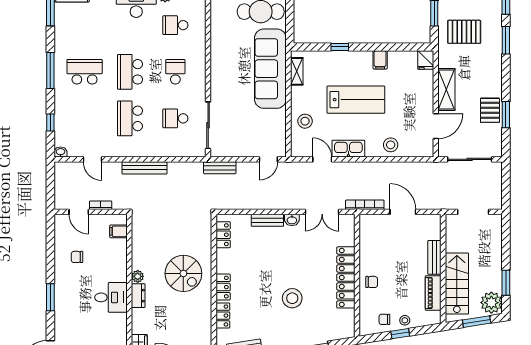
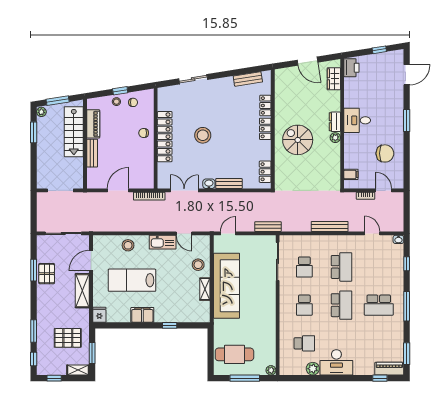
filing cabinet: (380, 60) -> (142, 315), width x2.00
sofa: (270, 69) -> (227, 286), moved
shelving: (297, 71) -> (205, 289), moved
lab bench: (356, 100) -> (132, 280), moved
school desk: (175, 118) -> (304, 267), turned 90
door: (403, 212) -> (118, 190), swing flipped
chair: (77, 257) -> (385, 153), width x1.87, depth x1.87
stool: (292, 298) -> (203, 135), moved
plant: (491, 303) -> (41, 112), width x0.53, depth x0.53

